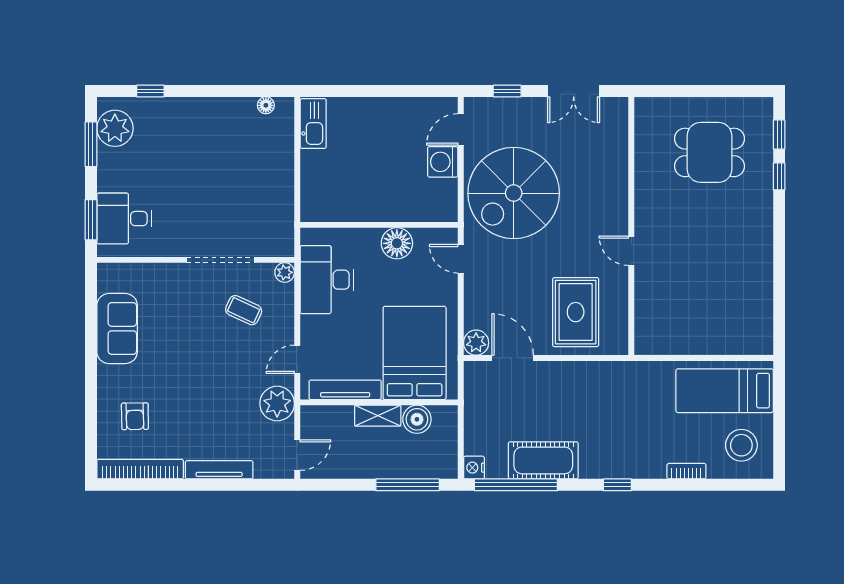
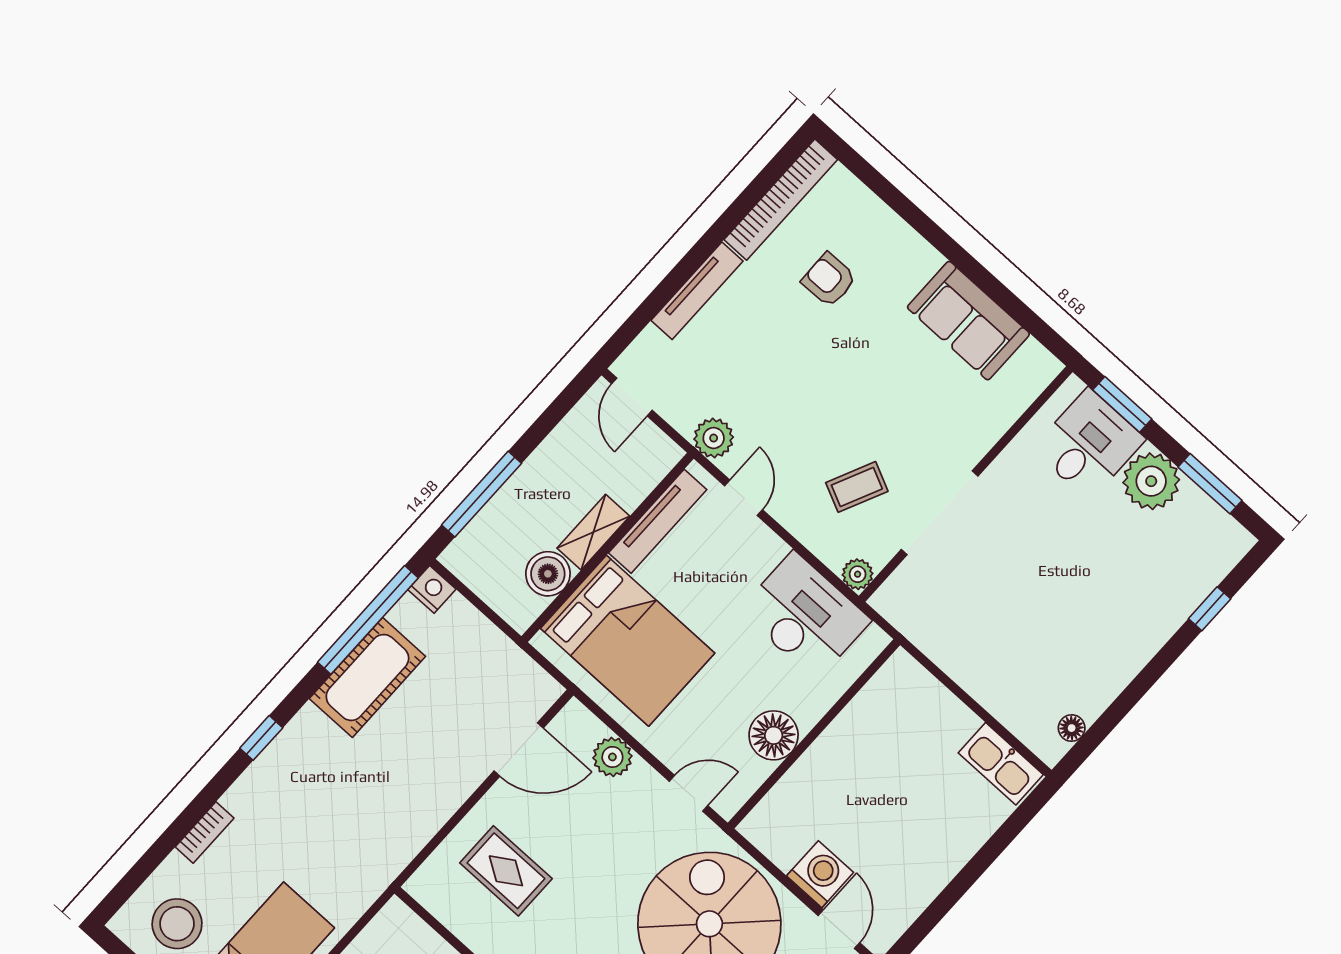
plant: (115, 128) -> (1151, 481), moved
rug: (576, 312) -> (506, 871), width x0.73, depth x0.70
plant: (476, 343) -> (612, 757), moved
plant: (277, 404) -> (714, 438), width x0.73, depth x0.73
armchair: (135, 416) -> (829, 280), moved

